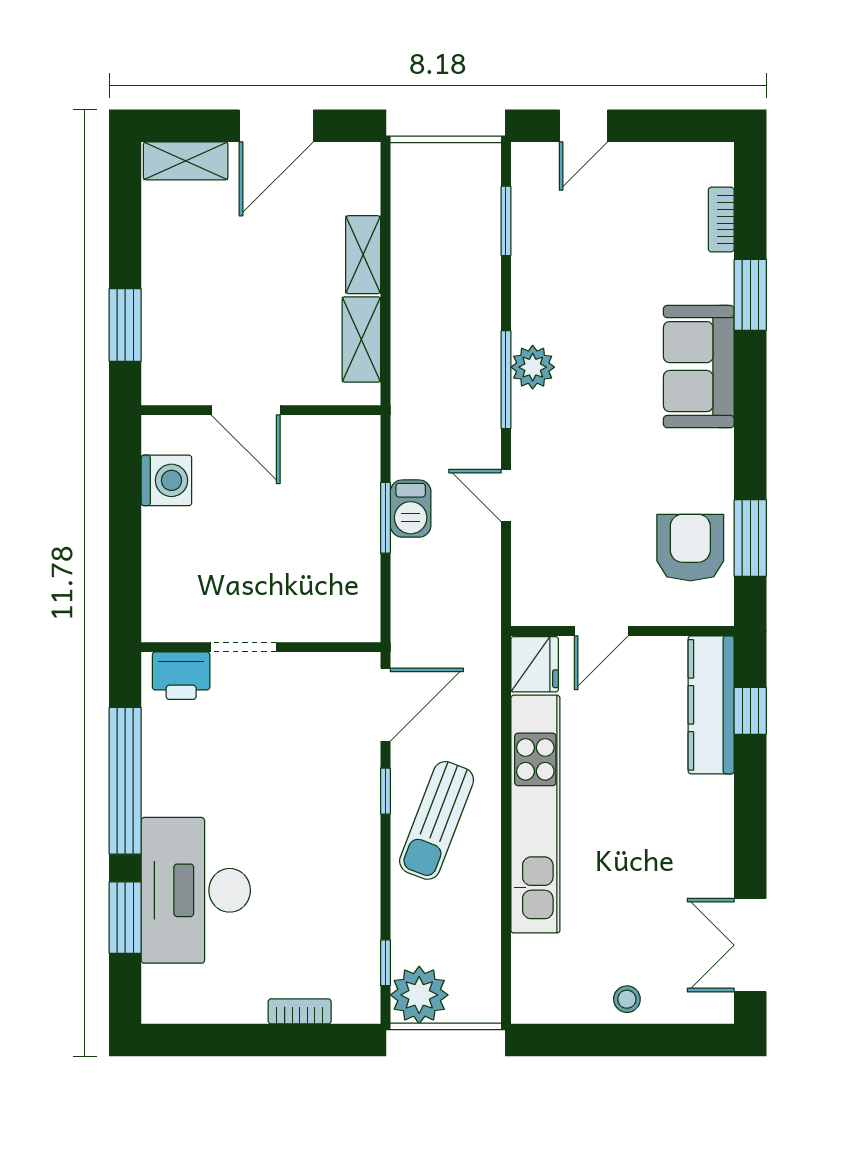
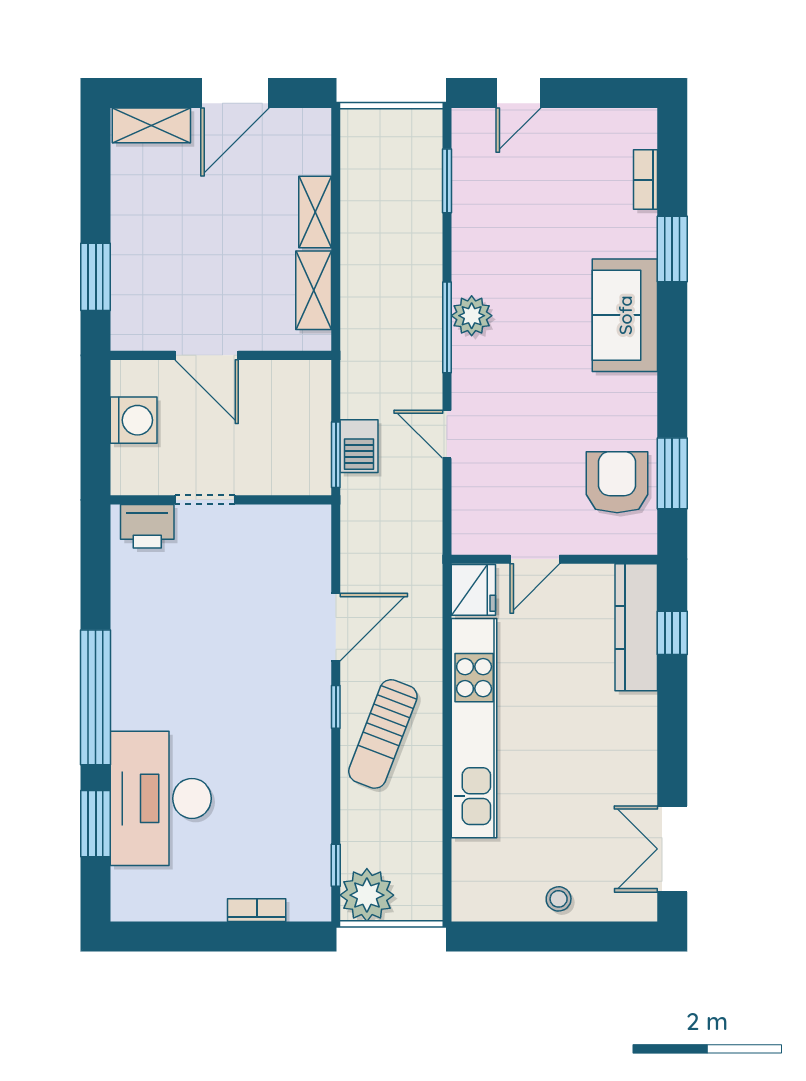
doorway: (244, 647) -> (205, 500), moved
wall: (261, 647) -> (221, 500), moved
printer: (181, 676) -> (147, 526), moved

